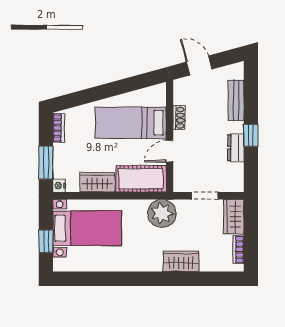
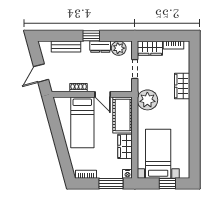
plant: (234, 173) -> (119, 48), added

